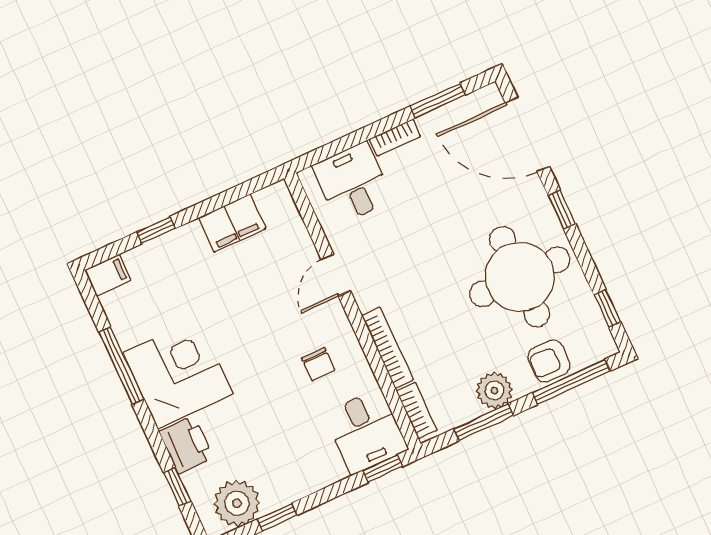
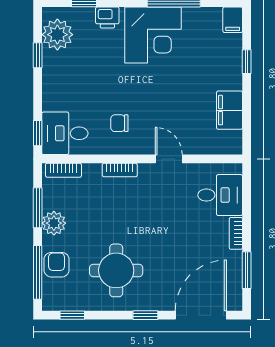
round table: (520, 277) -> (116, 270), width x0.73, depth x0.73
bookcase: (388, 348) -> (120, 170), width x0.64
printer: (186, 445) -> (107, 17), width x0.73, depth x0.81

